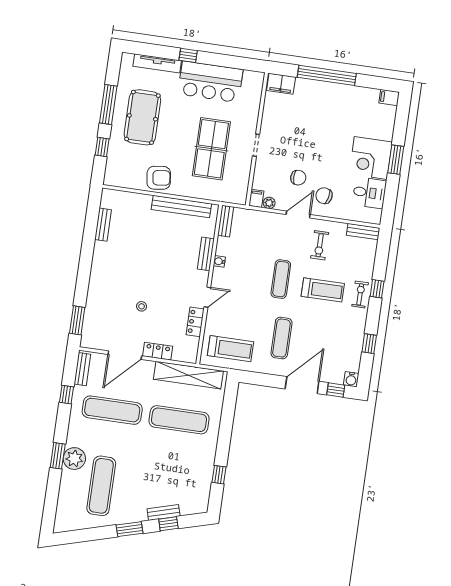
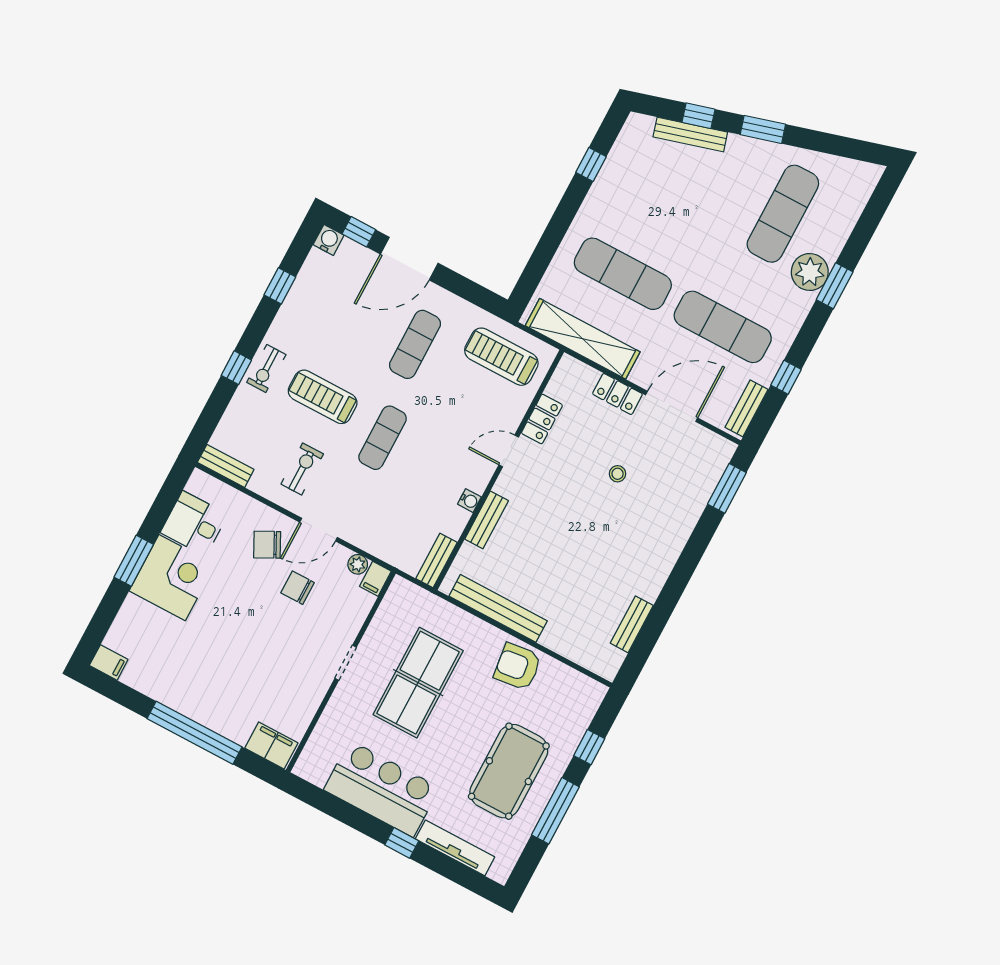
chair: (324, 196) -> (267, 545), turned 140
bench: (164, 512) -> (690, 134), width x1.36

